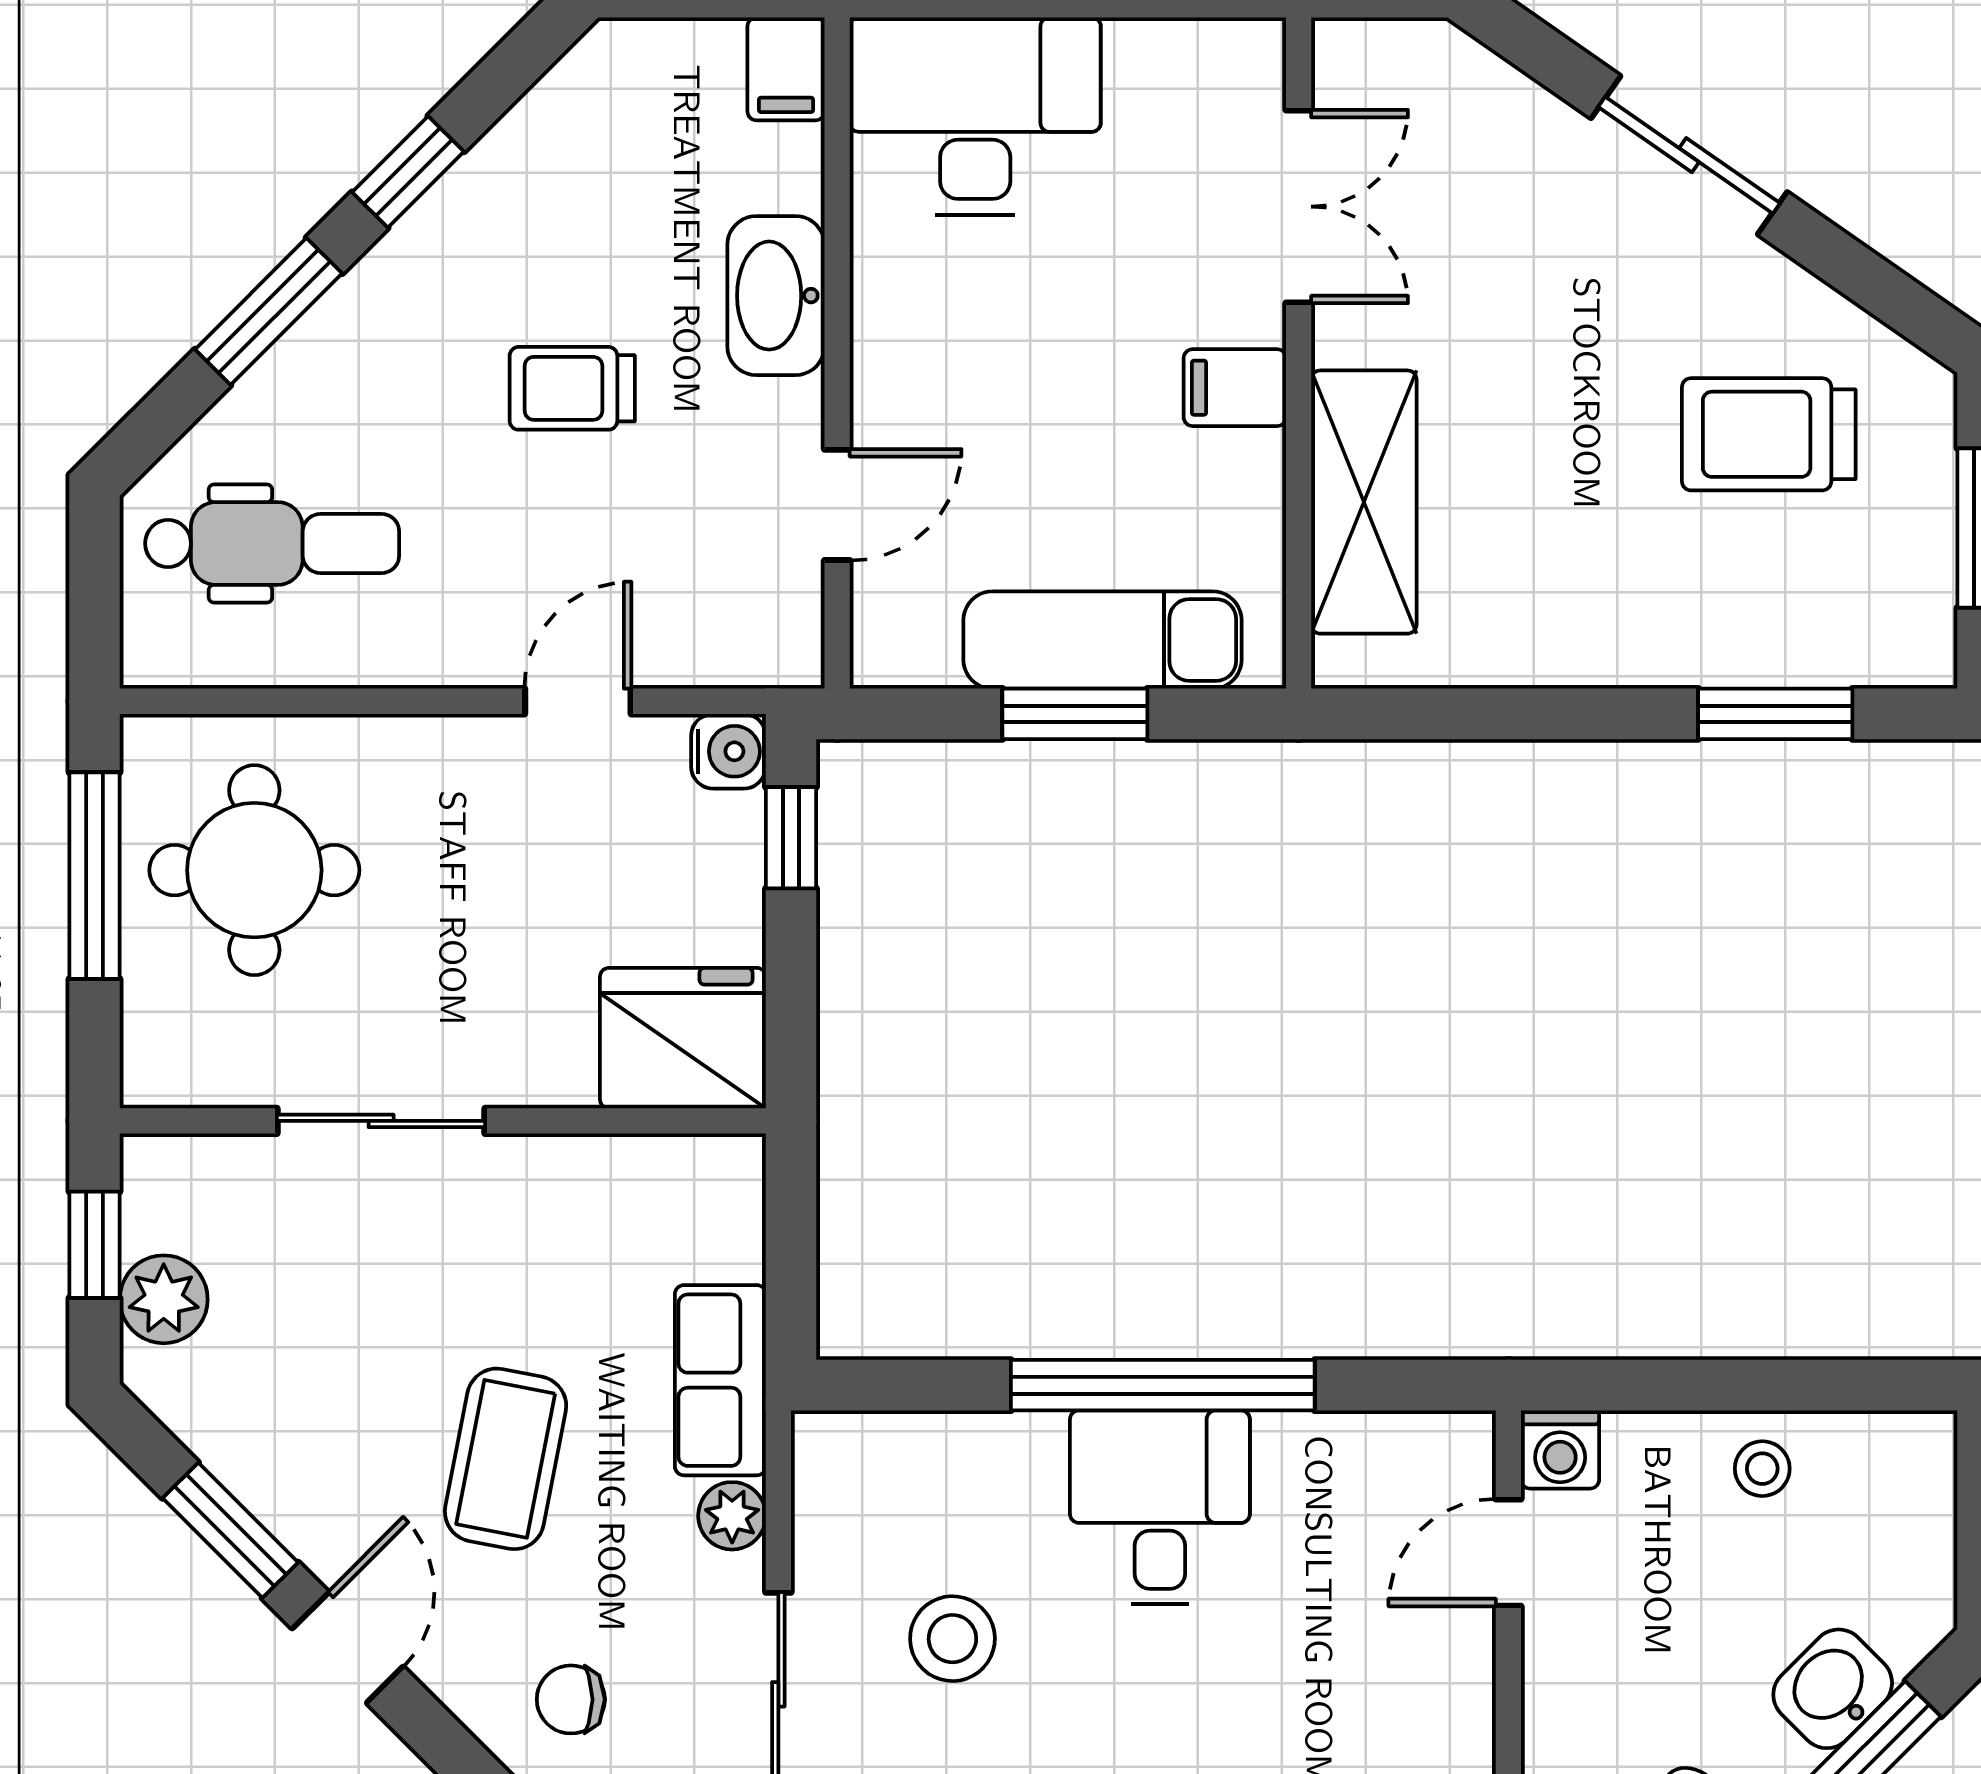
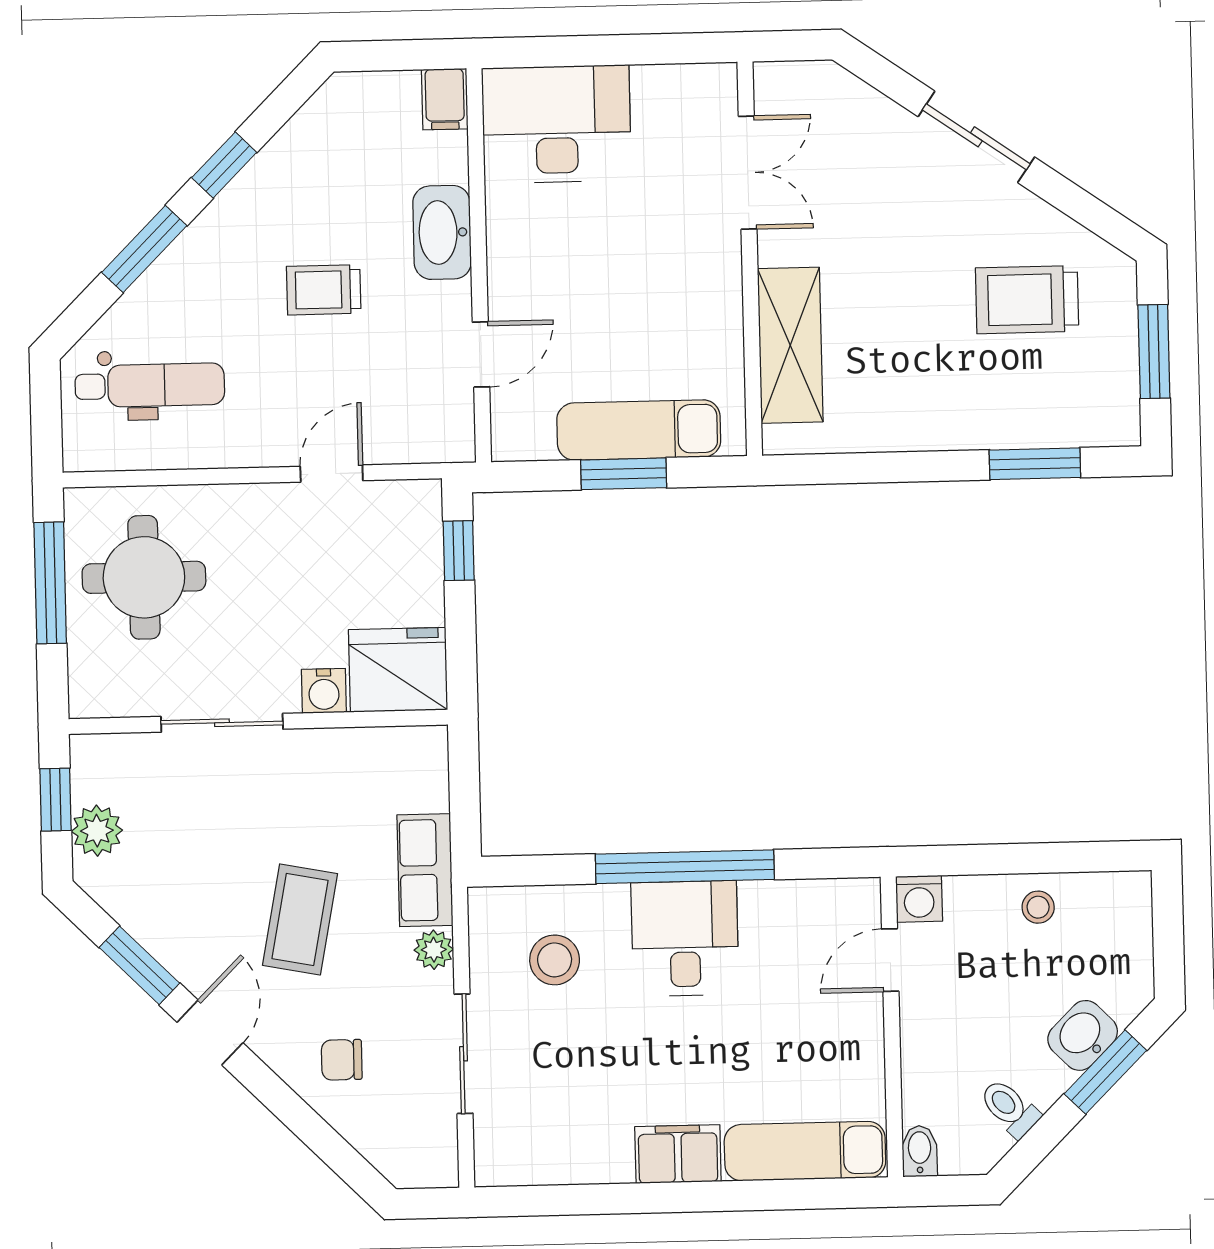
filing cabinet: (1235, 388) -> (713, 280), removed
water cooler: (728, 751) -> (324, 691), moved, turned 90
stool: (952, 1639) -> (555, 960), moved

